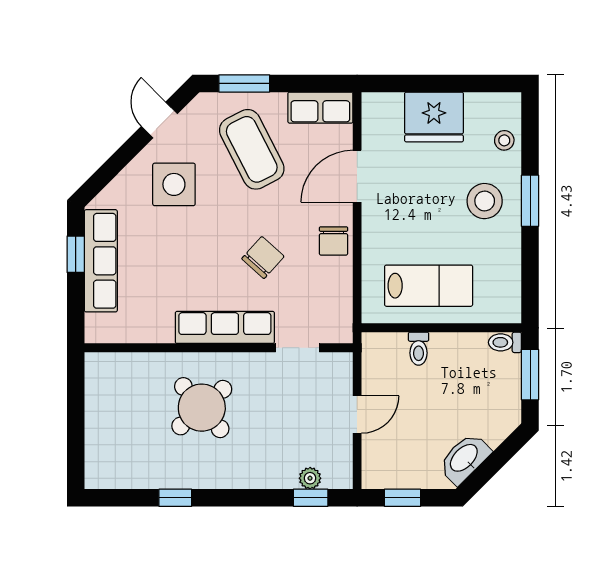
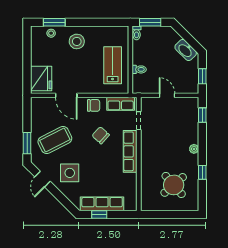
row of seats: (320, 108) -> (121, 104), moved, turned 90
fridge: (434, 117) -> (41, 79), moved
door: (159, 120) -> (42, 179), hinge flipped
window: (530, 201) -> (54, 22), moved
round table: (202, 408) -> (174, 185), moved
plant: (310, 478) -> (194, 149), moved

